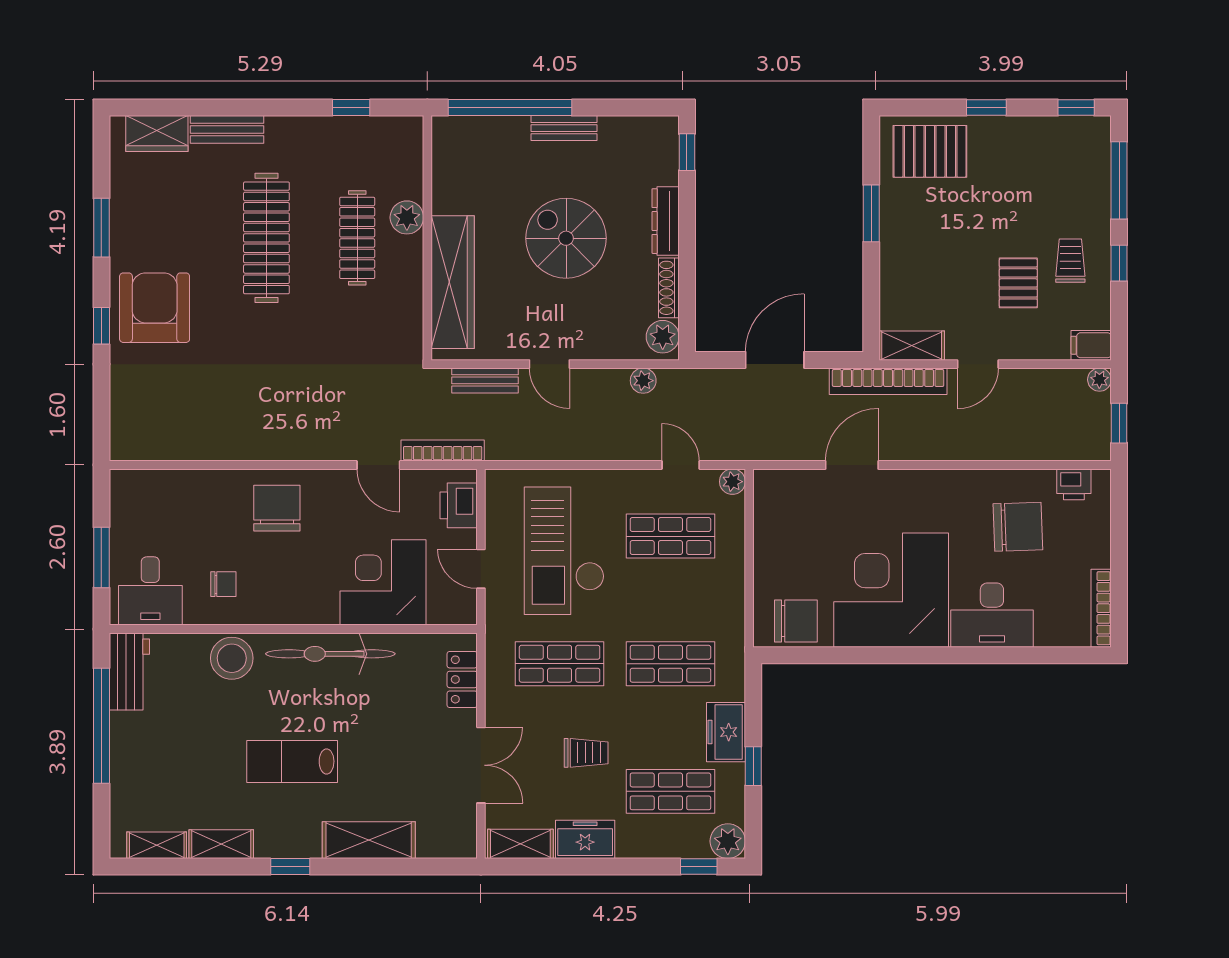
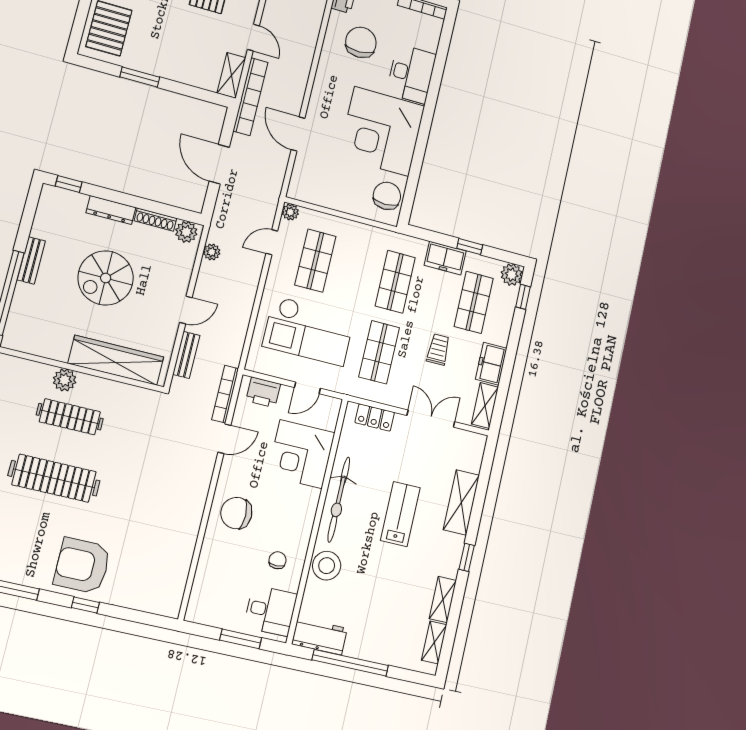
lab bench: (292, 761) -> (400, 514), moved, turned 180

